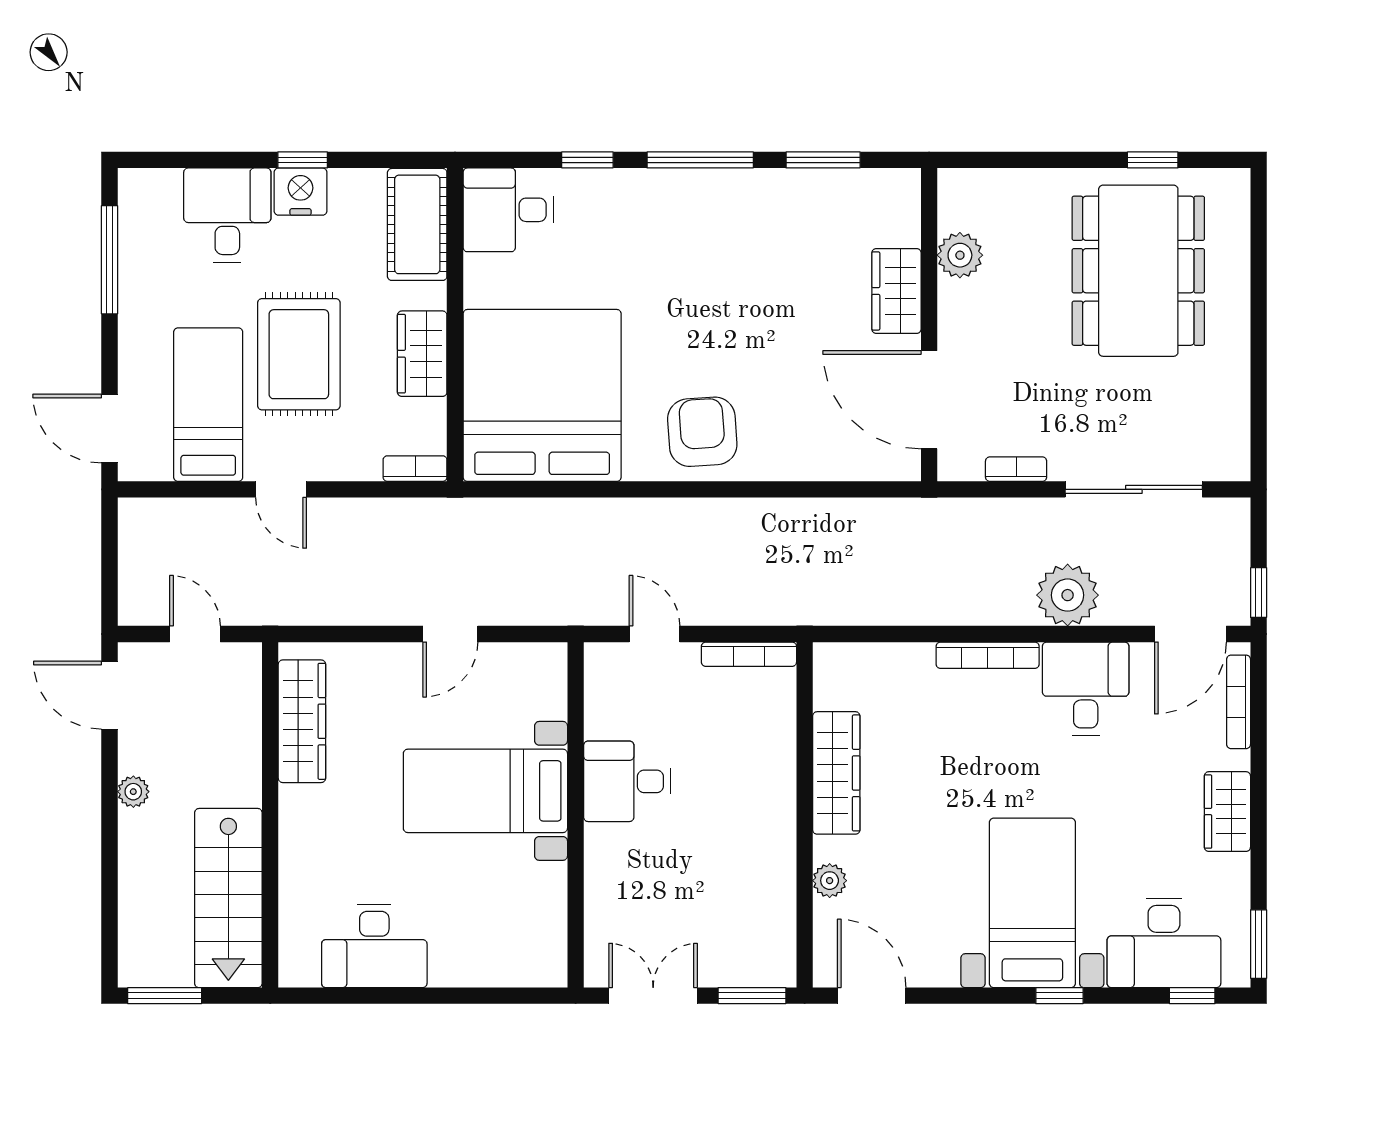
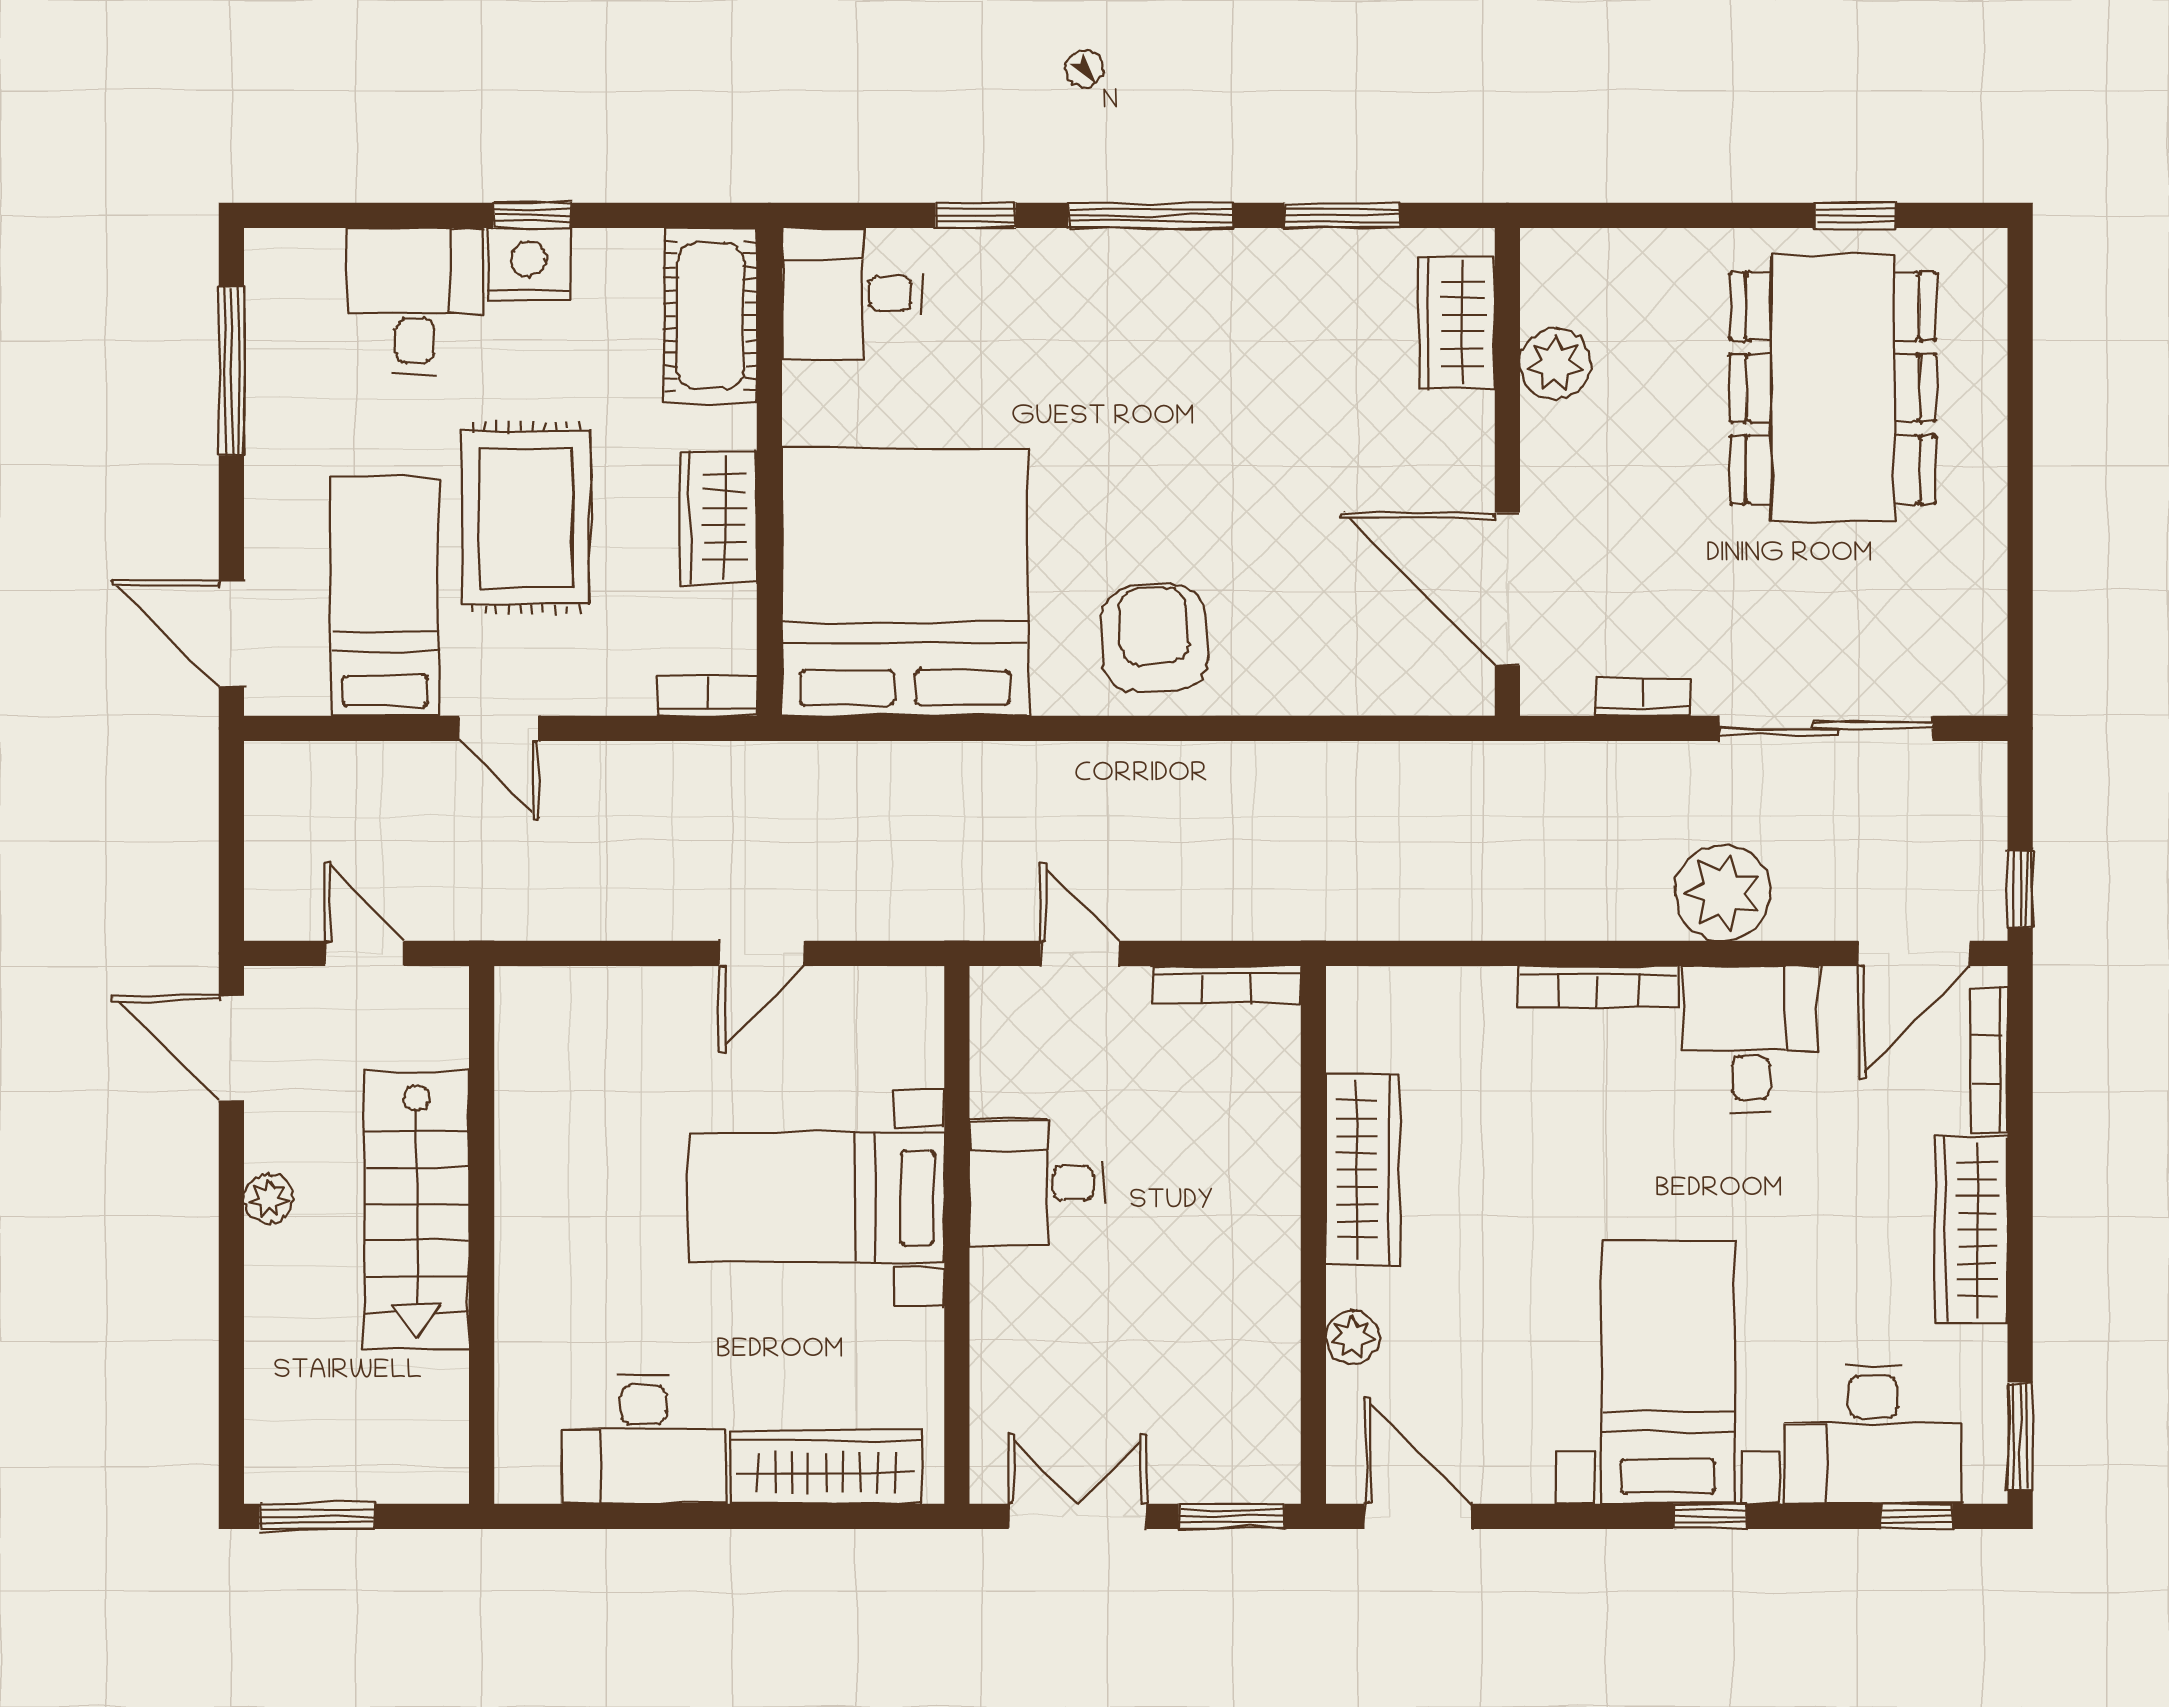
wardrobe: (896, 291) -> (1456, 323), moved
wardrobe: (302, 721) -> (826, 1467), moved, turned -90
wardrobe: (1227, 812) -> (1972, 1230), width x1.50
stairs: (228, 898) -> (417, 1210), moved

